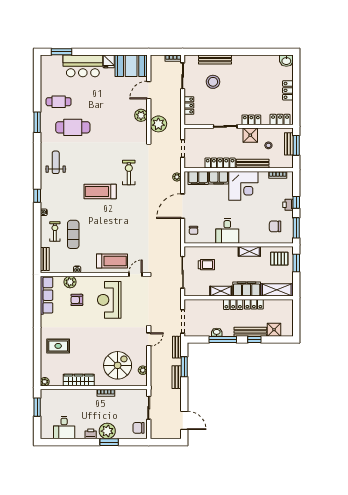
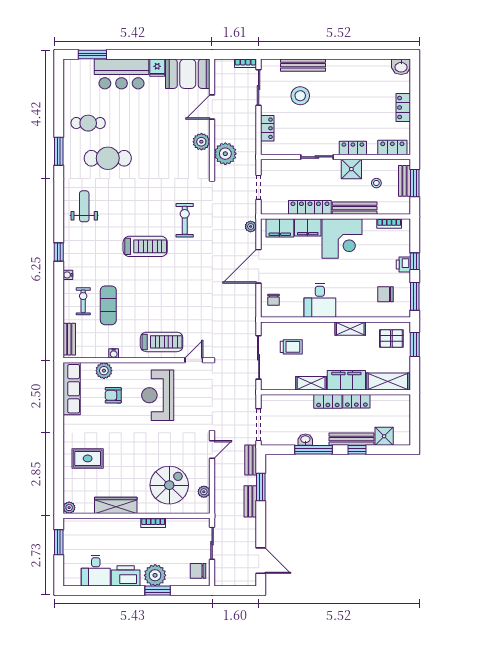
treadmill: (100, 192) -> (145, 246), turned 180
printer: (91, 434) -> (126, 576), width x1.87, depth x1.48

